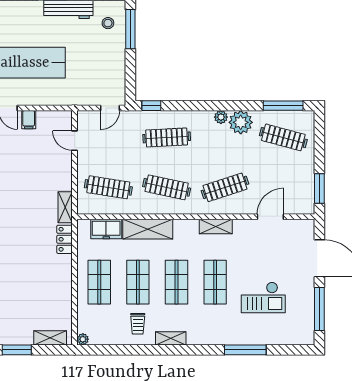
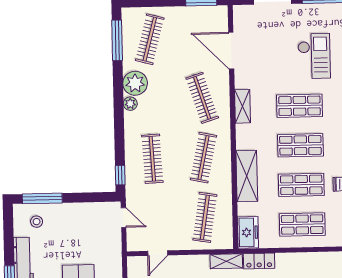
door: (270, 217) -> (231, 51), width x1.36
freezer: (106, 229) -> (248, 232), moved

